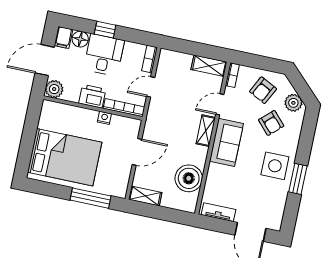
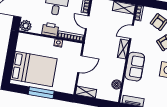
door: (151, 87) -> (87, 22), hinge flipped
sofa: (226, 142) -> (135, 67), moved
boiler: (189, 178) -> (117, 84), width x0.54, depth x0.54
window: (90, 198) -> (41, 93), moved

